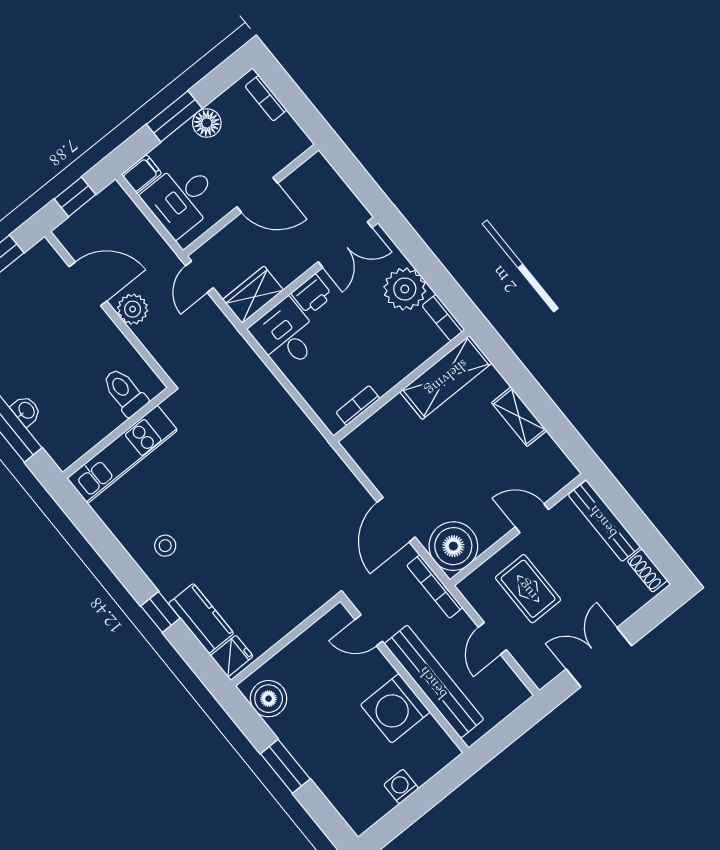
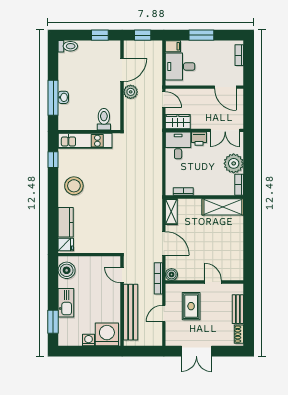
floor lamp: (207, 123) -> (211, 47), removed
door: (257, 195) -> (225, 87), moved
door: (199, 277) -> (164, 100), swing flipped
door: (88, 284) -> (122, 70), hinge flipped
shelving: (519, 417) -> (171, 212), moved
door: (396, 520) -> (164, 243), swing flipped
bench: (604, 521) -> (238, 309), width x0.73
stool: (165, 546) -> (74, 186), width x1.89, depth x1.89
boiler: (453, 546) -> (171, 274), width x0.54, depth x0.54
window: (160, 612) -> (53, 160), moved
double door: (599, 657) -> (196, 351), swing flipped
washing machine: (395, 708) -> (107, 334), moved, turned 90
kitchen sink: (312, 754) -> (66, 303), added
window: (285, 766) -> (53, 322), moved

